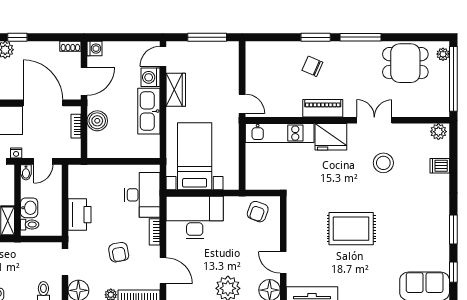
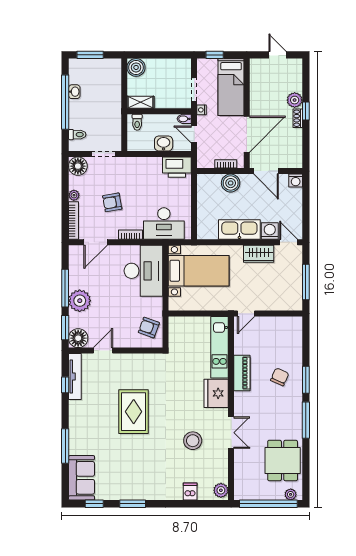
shoe rack: (70, 46) -> (298, 118), moved
piano: (323, 108) -> (242, 373), moved
washbasin: (29, 208) -> (164, 143), moved, turned 180
printer: (80, 215) -> (177, 167), moved

